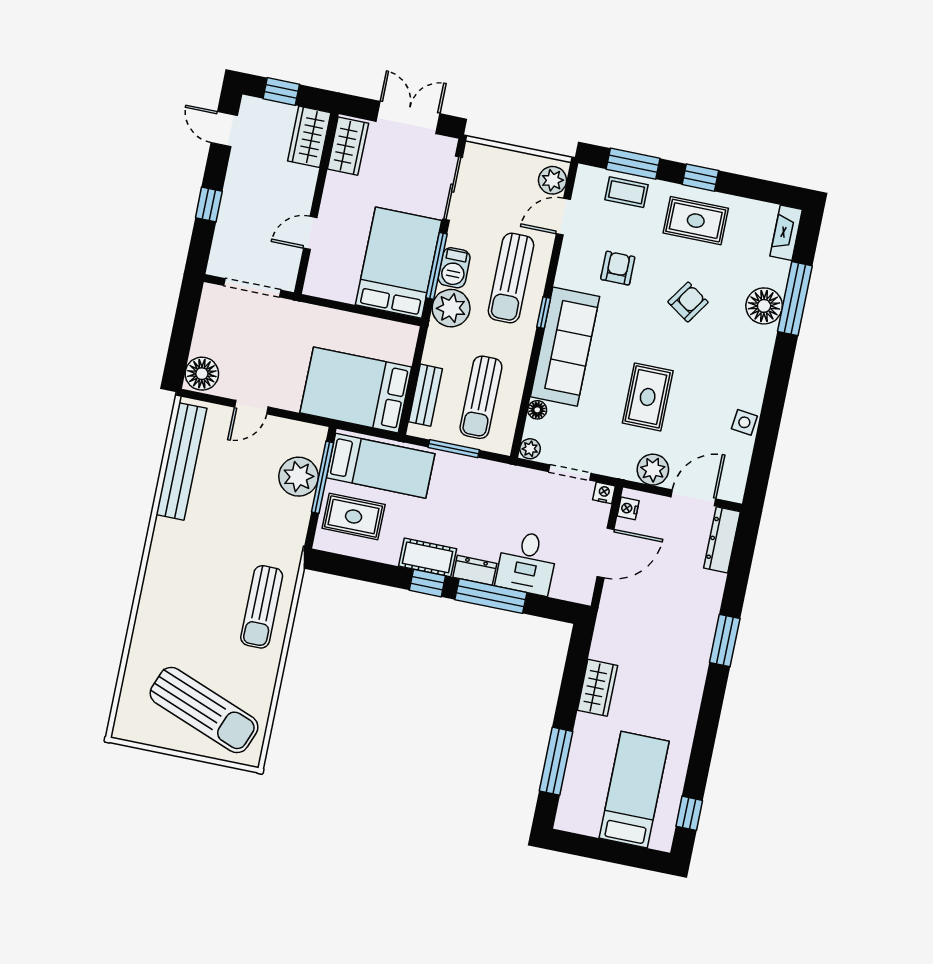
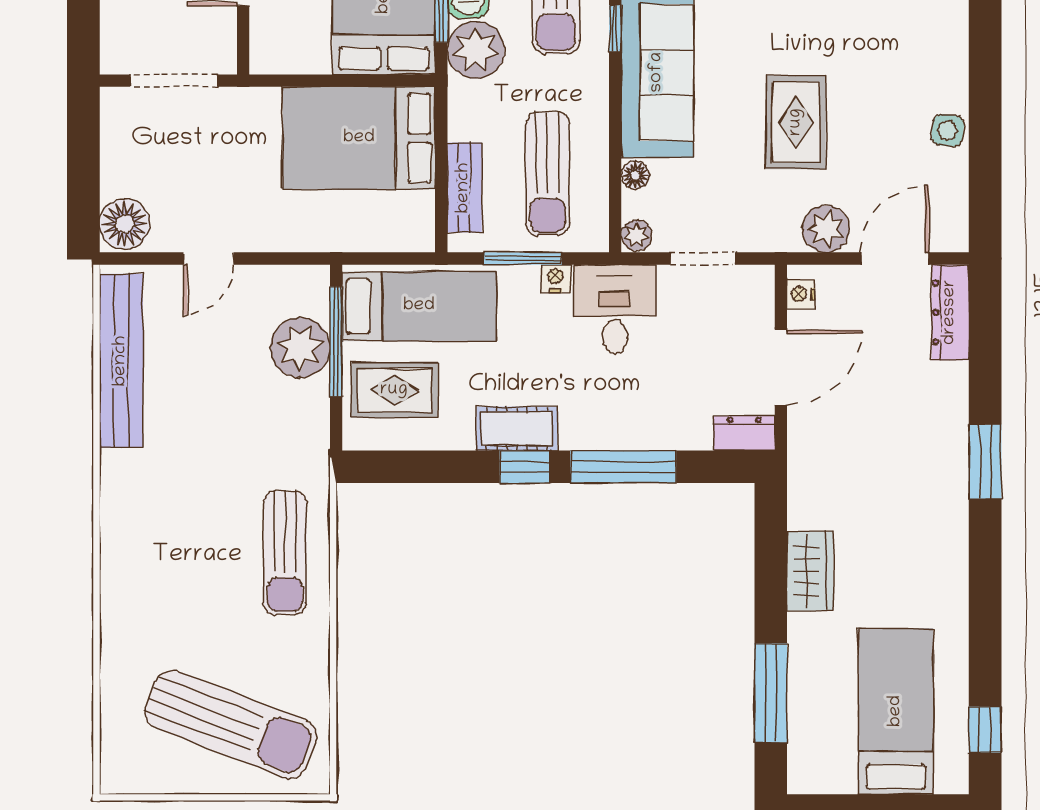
bed: (356, 390) -> (359, 138), moved
nightstand: (604, 493) -> (556, 278), moved
desk: (527, 563) -> (615, 309), moved, turned 180
dresser: (475, 570) -> (744, 433), moved

